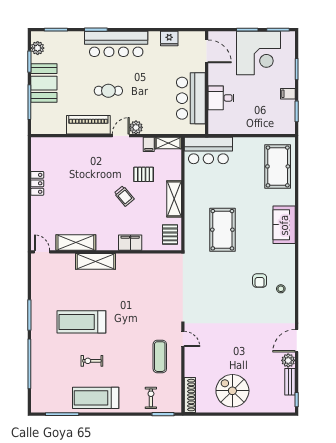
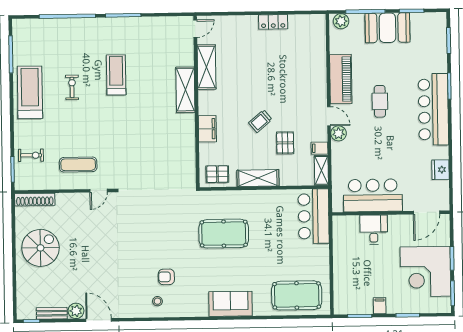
plant: (38, 48) -> (341, 21), moved
treadmill: (81, 322) -> (116, 75), width x0.73, depth x0.73

